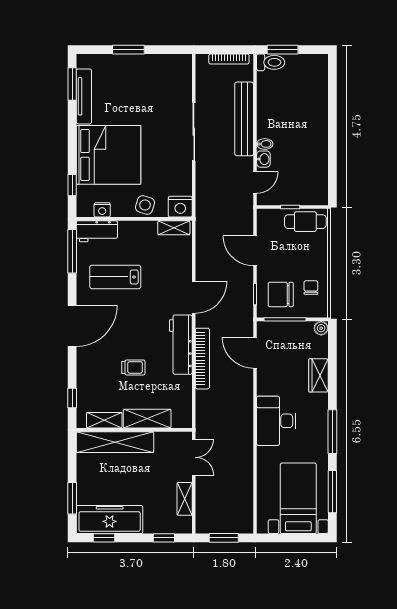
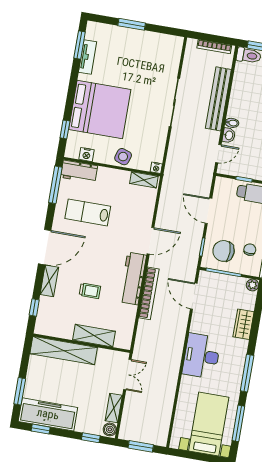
tv unit: (84, 96) -> (88, 57), width x0.71
nightstand: (180, 207) -> (156, 168), width x0.53, depth x0.56
shelving: (104, 420) -> (49, 281), moved, turned 90
boiler: (184, 525) -> (110, 429), added

